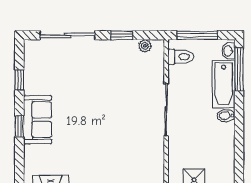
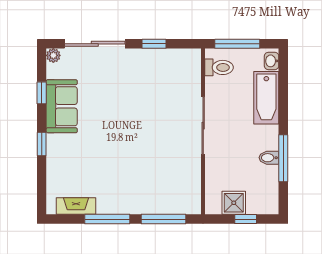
plant: (145, 46) -> (53, 55), moved
window: (239, 69) -> (283, 158), moved
bidet: (226, 116) -> (269, 158), moved
sofa: (38, 120) -> (62, 106), moved

